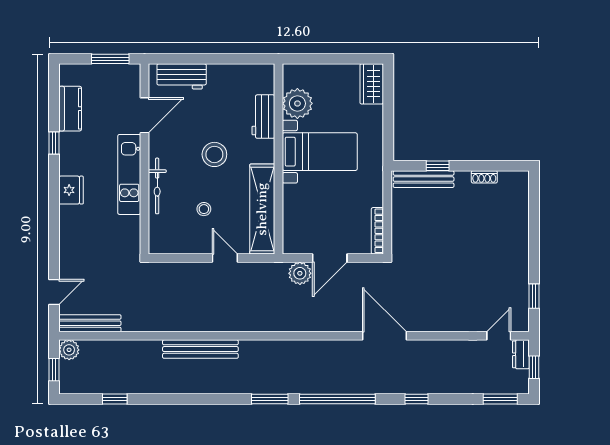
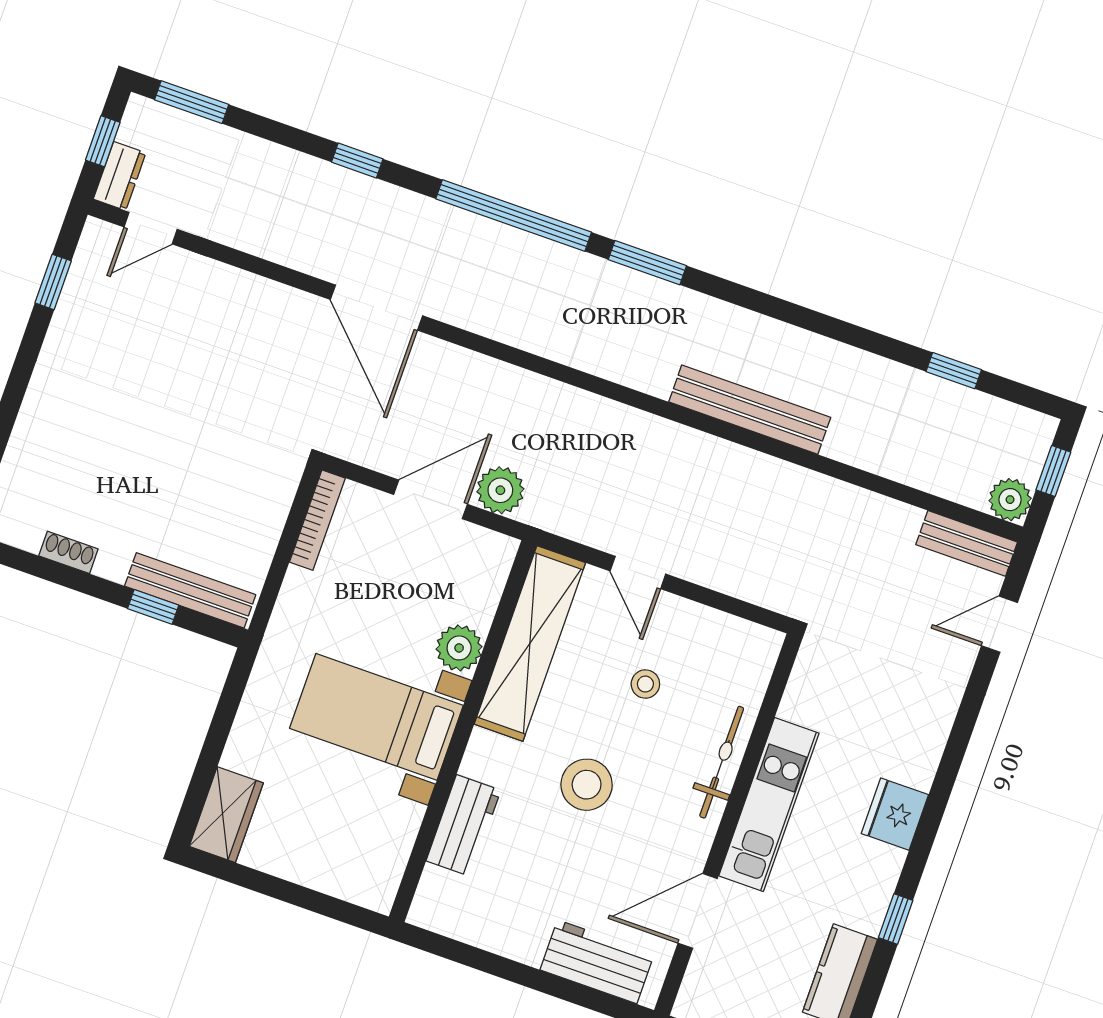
plant: (297, 103) -> (459, 648), moved, width x0.73, depth x0.73
bench: (90, 323) -> (967, 543), width x0.73

